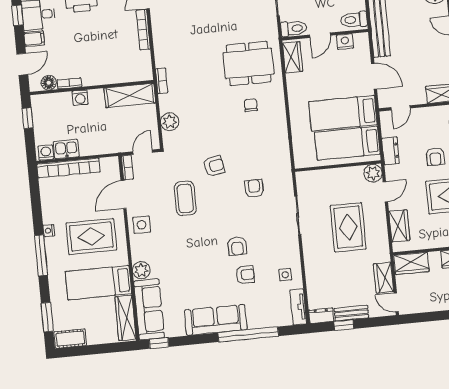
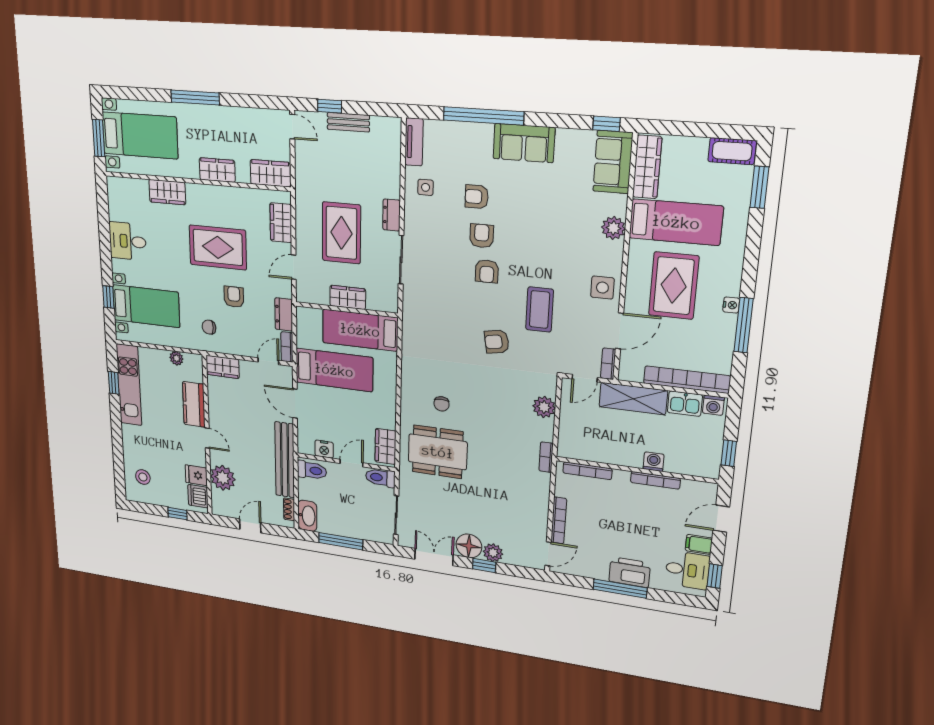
bookcase: (128, 78) -> (587, 471), added
floor lamp: (49, 83) -> (691, 489), removed
bookcase: (69, 83) -> (655, 480), width x1.56
shelving: (130, 95) -> (633, 399), moved
bookcase: (385, 124) -> (287, 347), added
bed: (347, 143) -> (360, 330), moved, turned 180
plant: (373, 173) -> (306, 292), removed
armchair: (254, 188) -> (487, 271), moved
rug: (91, 236) -> (674, 286), turned 90
window: (41, 255) -> (744, 325), moved
wardrobe: (384, 278) -> (348, 297), moved, turned -90
sofa: (149, 309) -> (613, 162), width x0.73
dresser: (321, 316) -> (391, 215), moved, turned 90
sofa: (216, 320) -> (524, 143), width x0.73
window: (344, 325) -> (330, 106), moved

